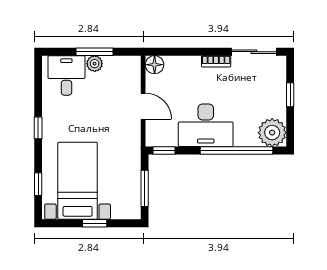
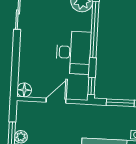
bookcase: (216, 61) -> (24, 42), removed

